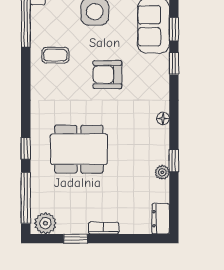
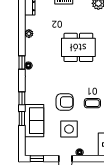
armchair: (107, 75) -> (65, 102), moved
window: (174, 161) -> (22, 63), moved

